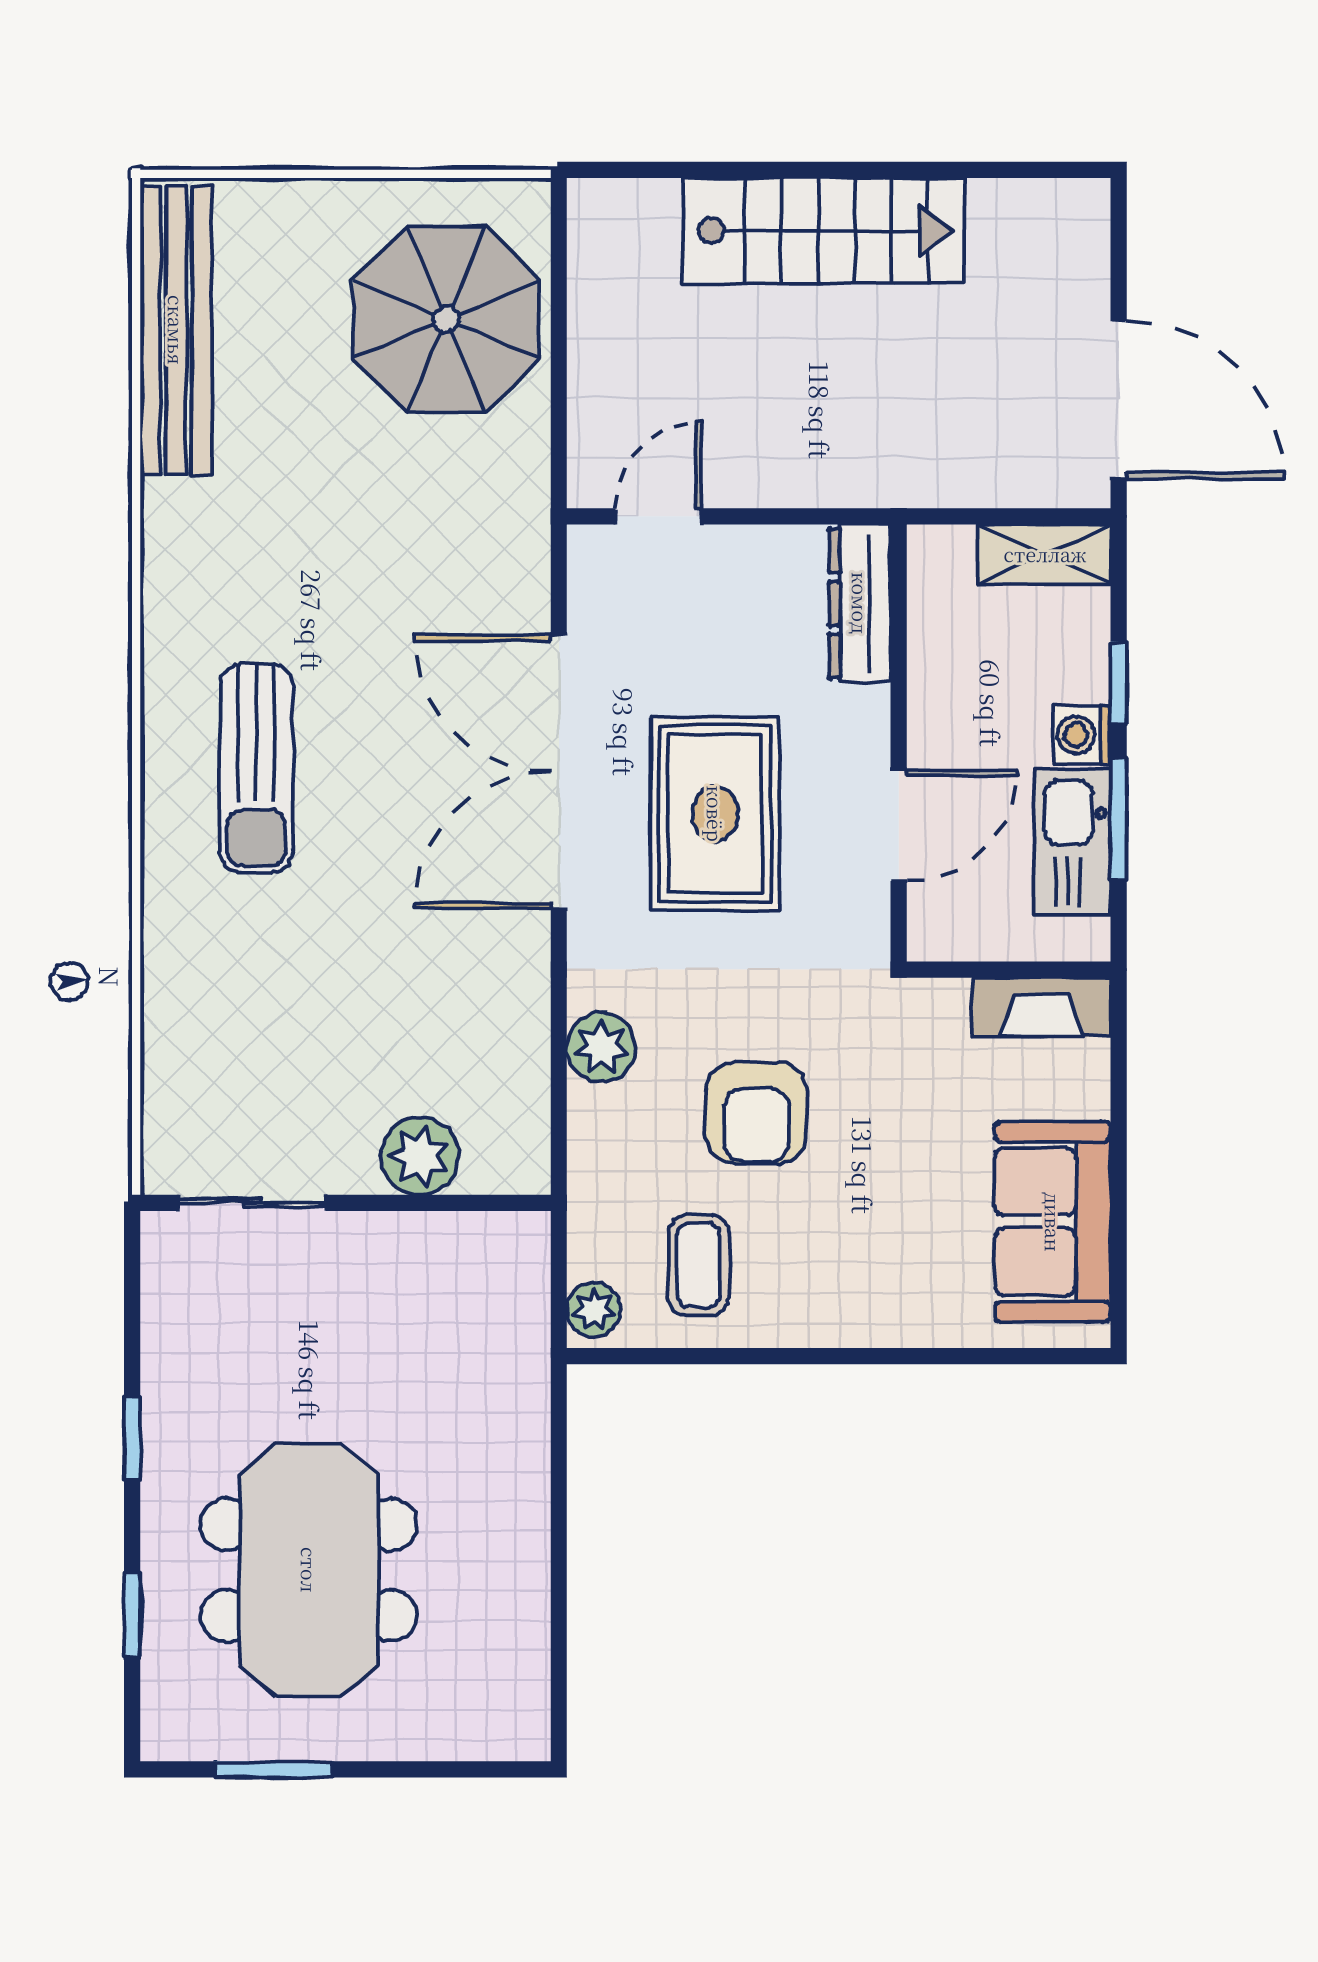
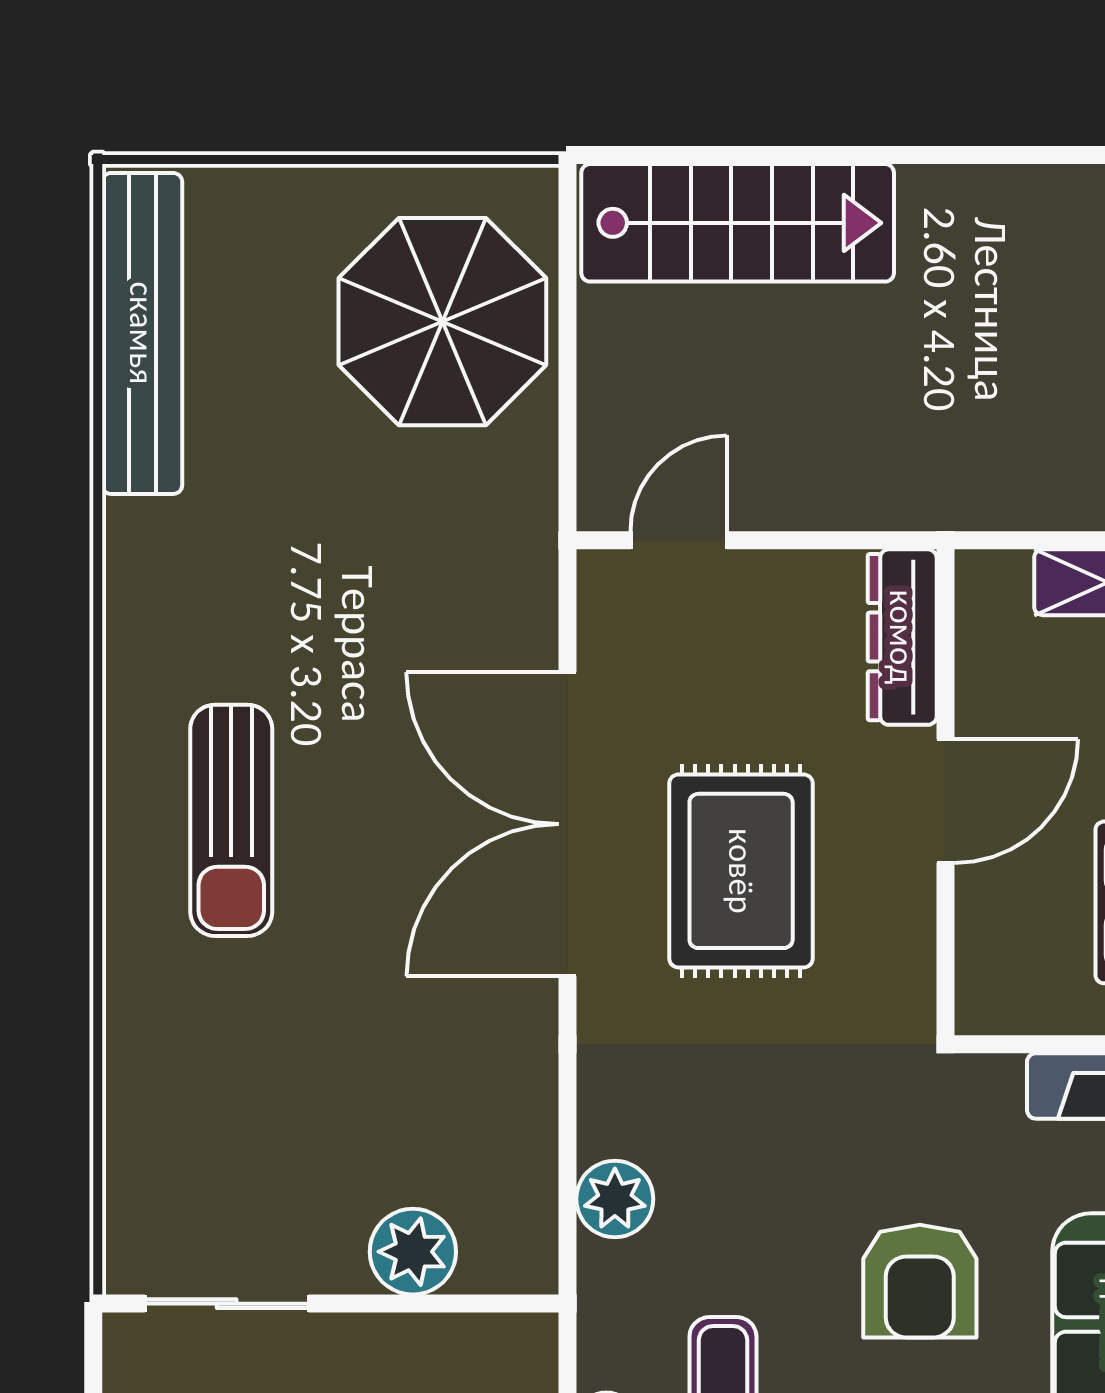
stairs: (824, 231) -> (738, 223), moved
door: (899, 825) -> (945, 801), moved
plant: (601, 1047) -> (615, 1199), moved
armchair: (756, 1113) -> (920, 1281), moved

